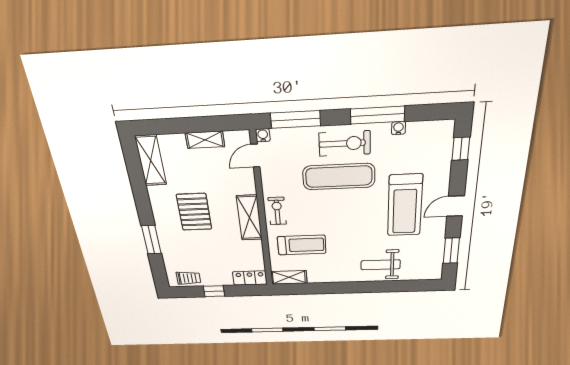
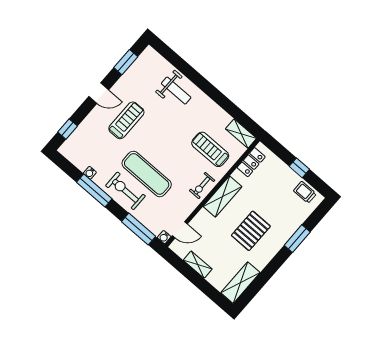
treadmill: (405, 205) -> (126, 120), width x0.73, depth x0.73
locker: (250, 278) -> (251, 162), moved, turned -90

